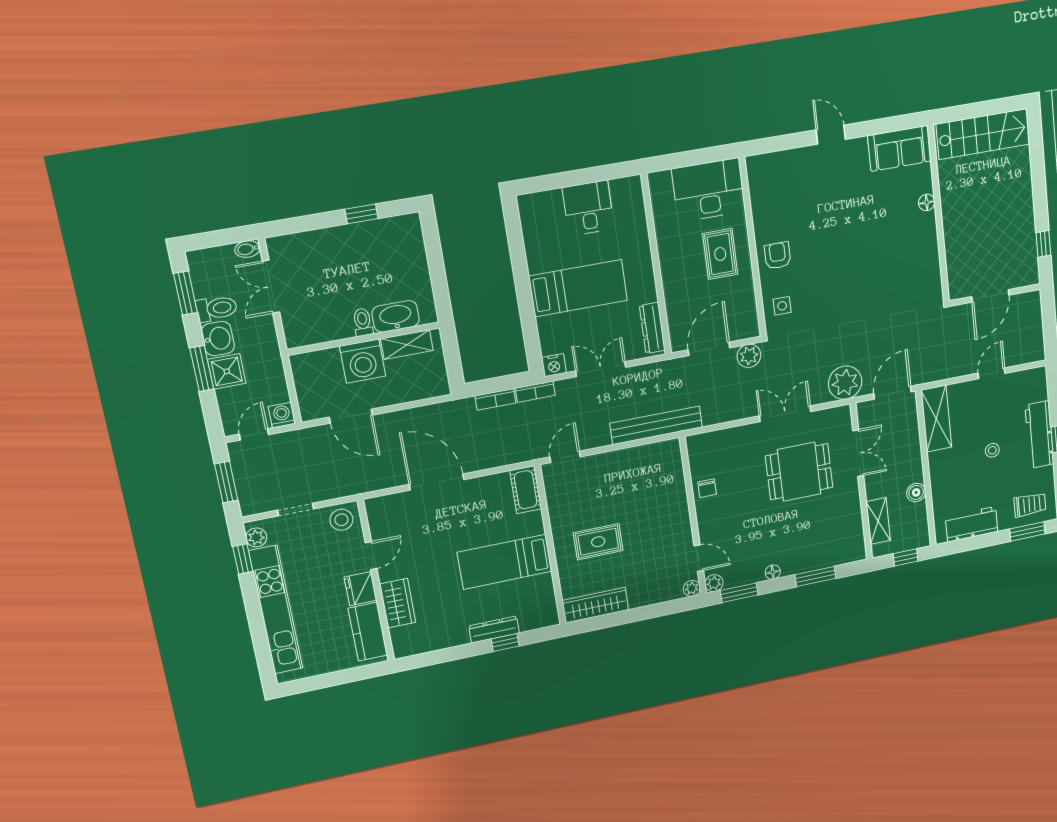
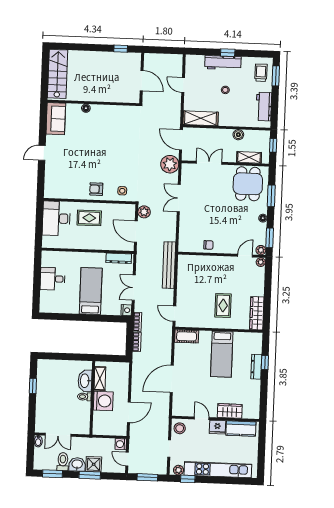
dining table: (799, 472) -> (248, 184), moved

